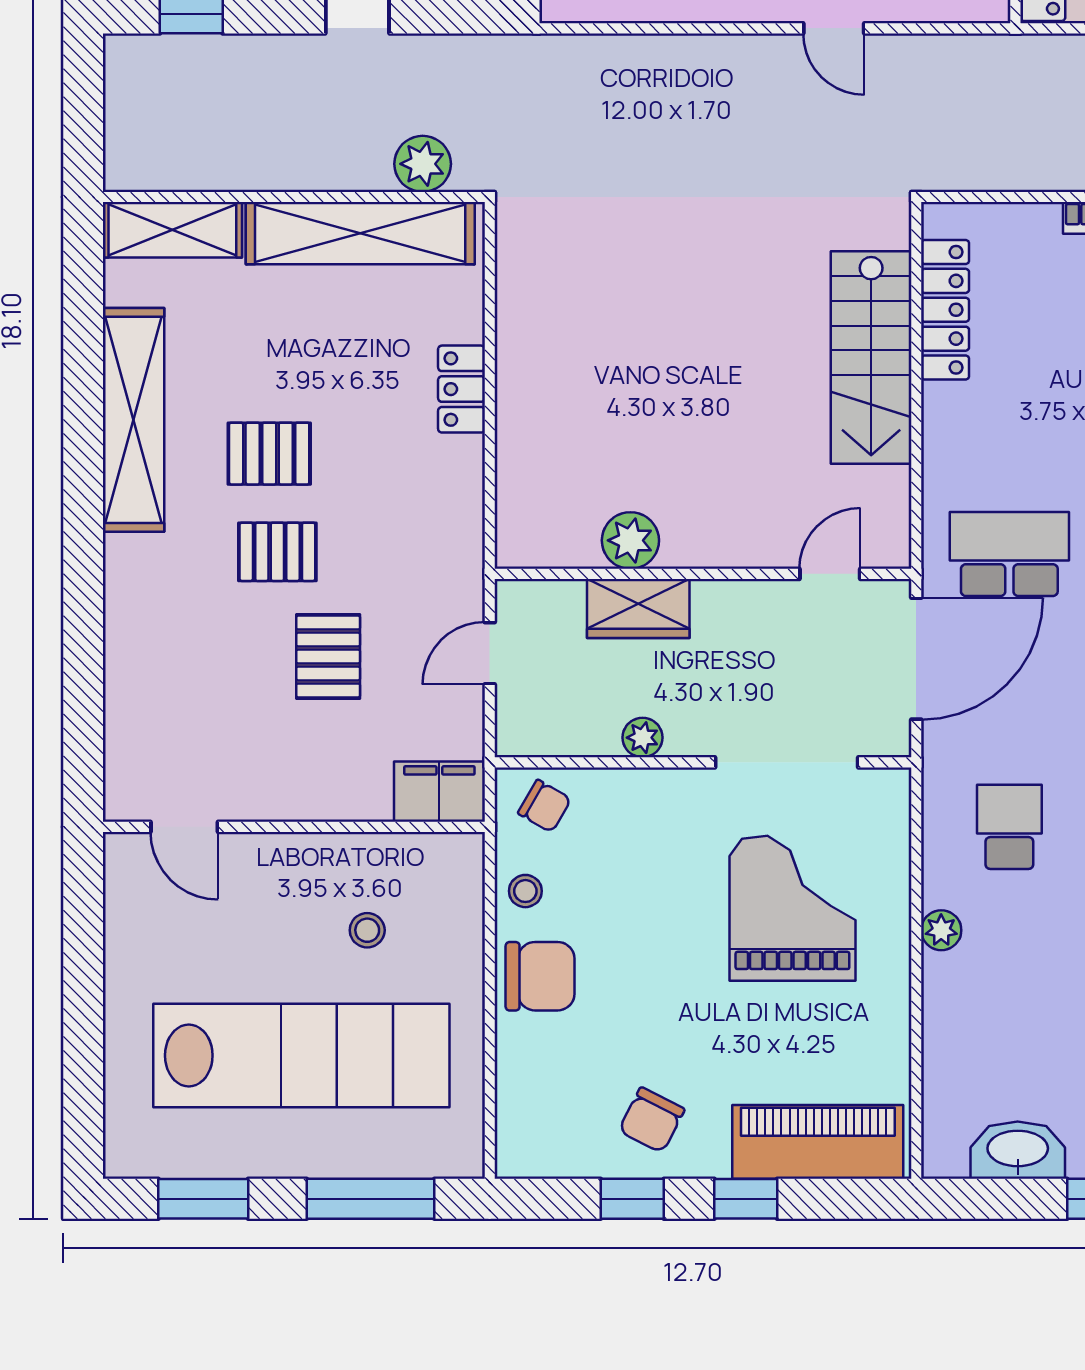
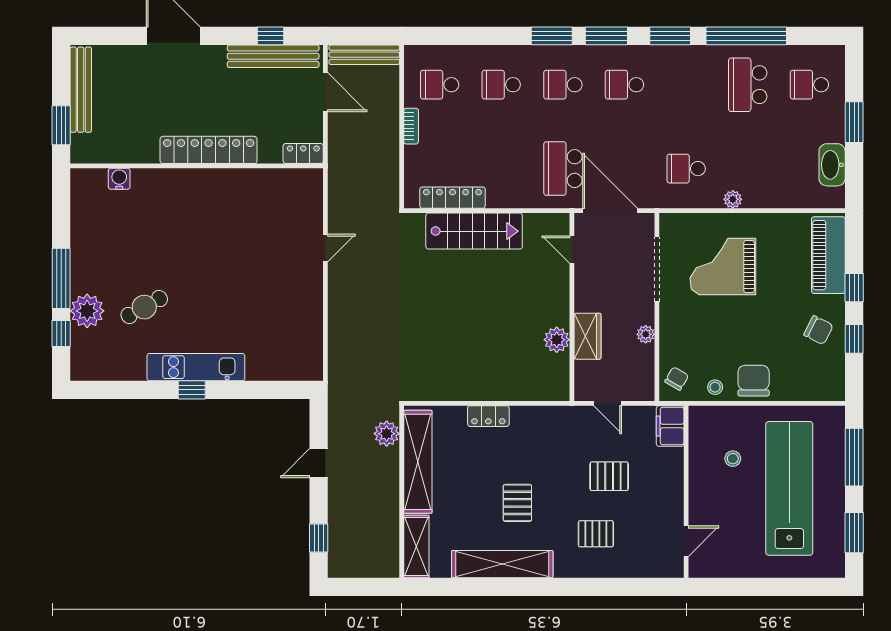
pallet: (277, 552) -> (596, 534), moved, turned 90

